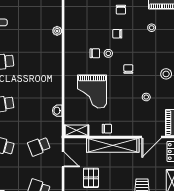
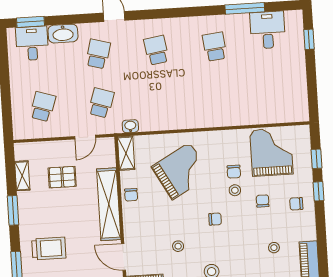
grand piano: (82, 25) -> (272, 152), added
plant: (57, 31) -> (261, 118), removed
grand piano: (92, 92) -> (181, 171), turned 151
washbasin: (57, 111) -> (130, 126), moved
school desk: (39, 146) -> (101, 103), turned 39

